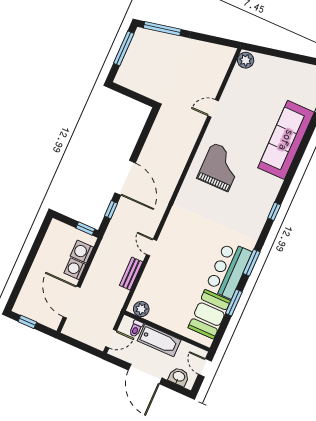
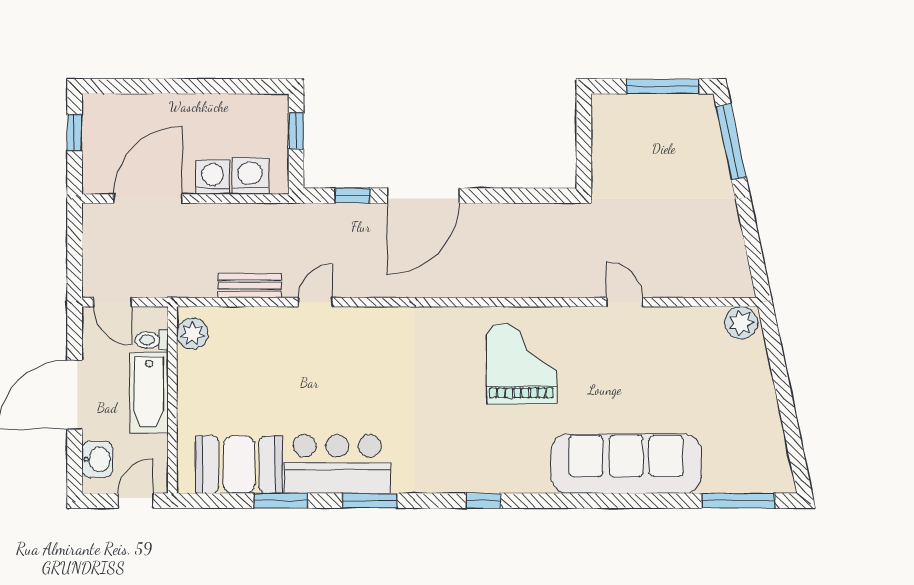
grand piano: (220, 167) -> (521, 364), turned -90
window: (85, 228) -> (296, 131), moved

